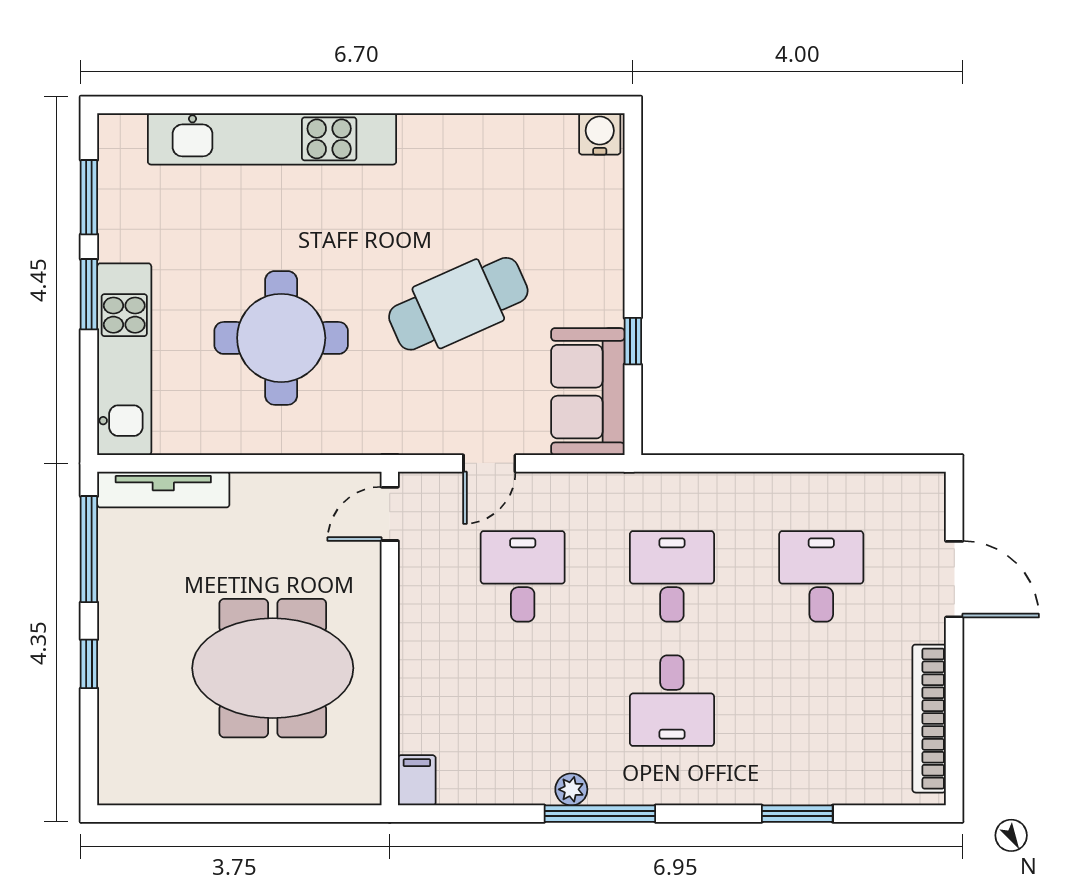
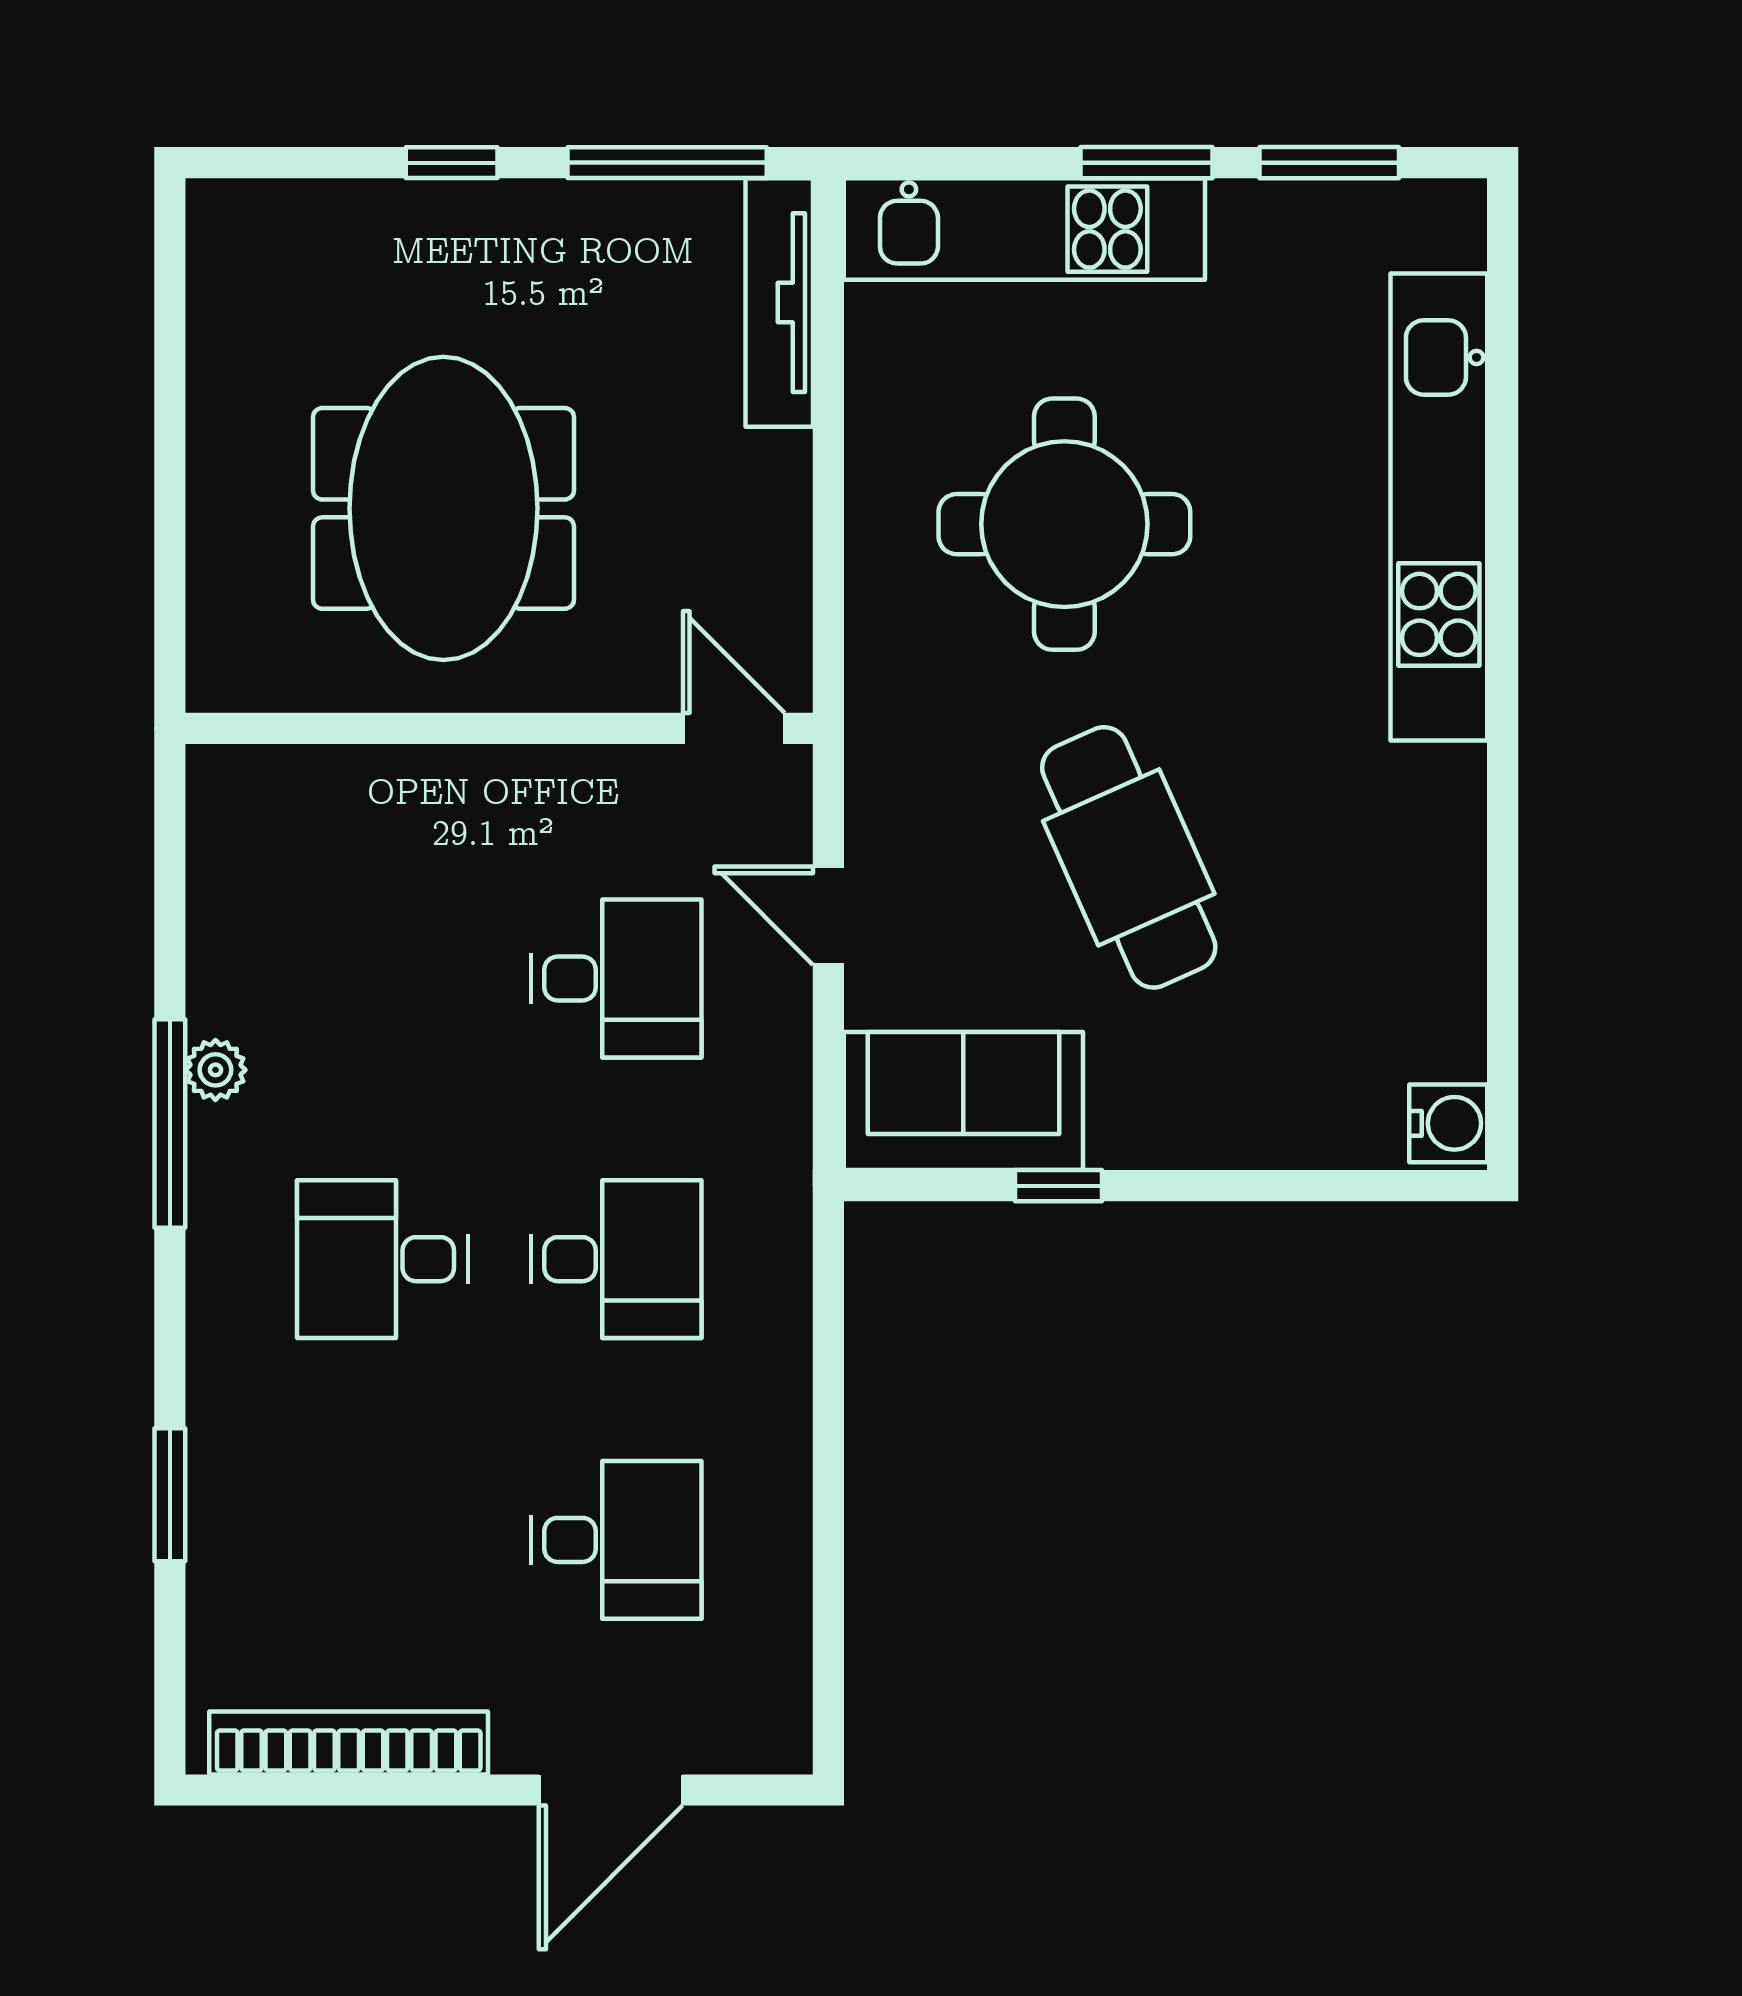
filing cabinet: (417, 780) -> (233, 779), removed

